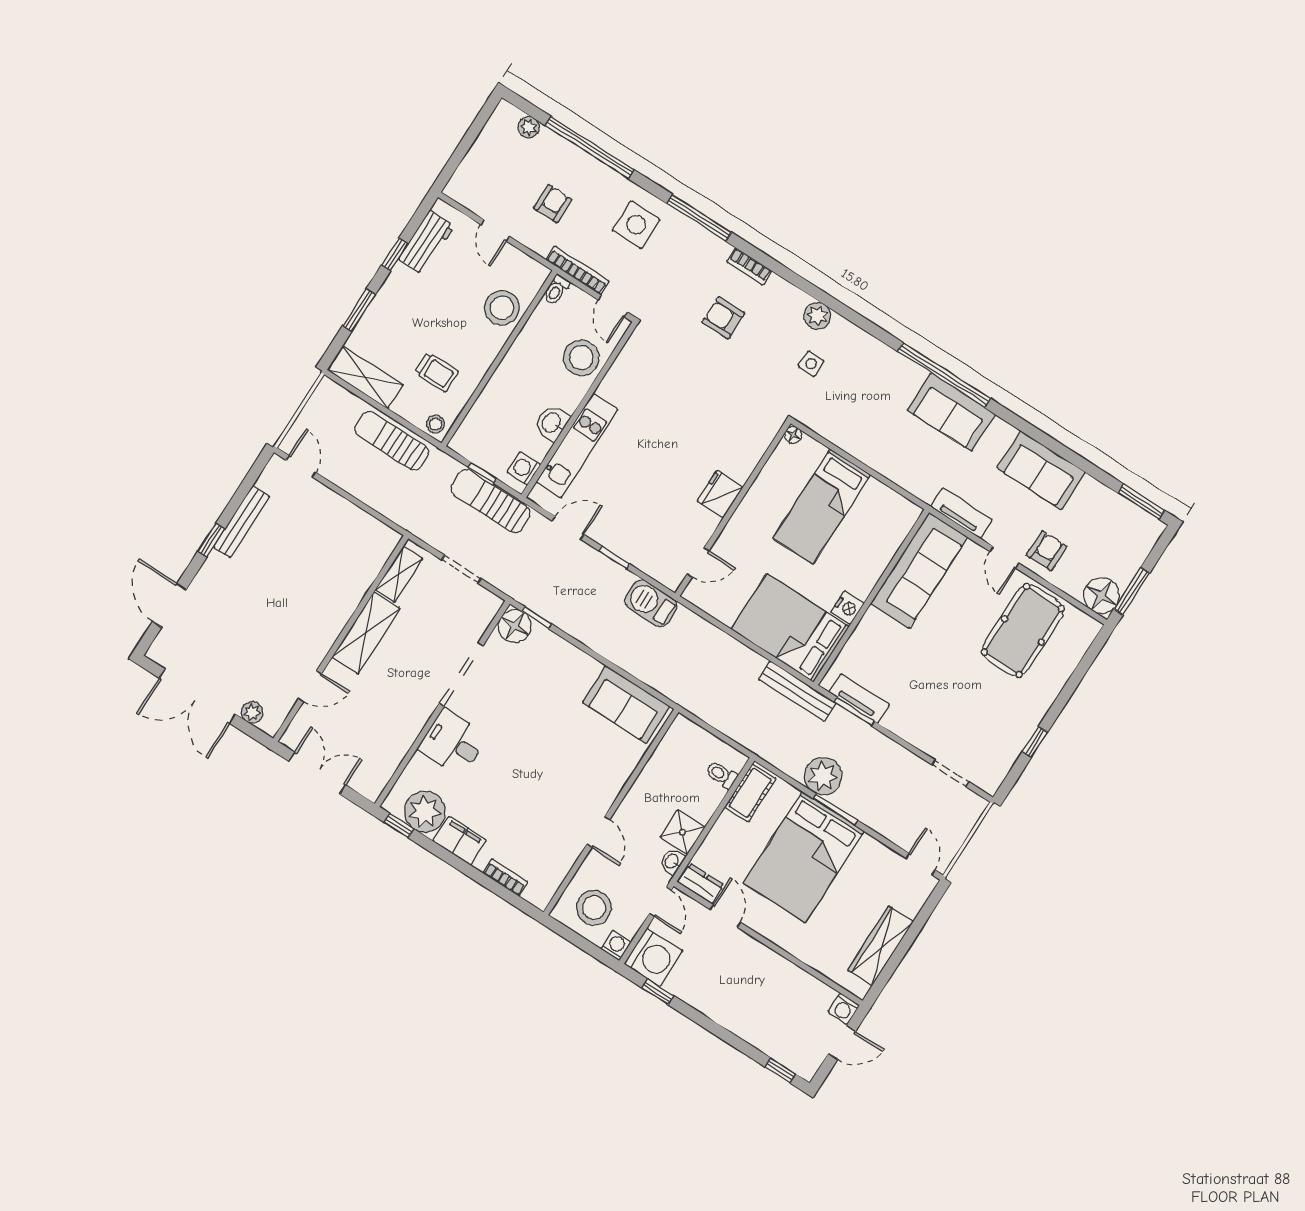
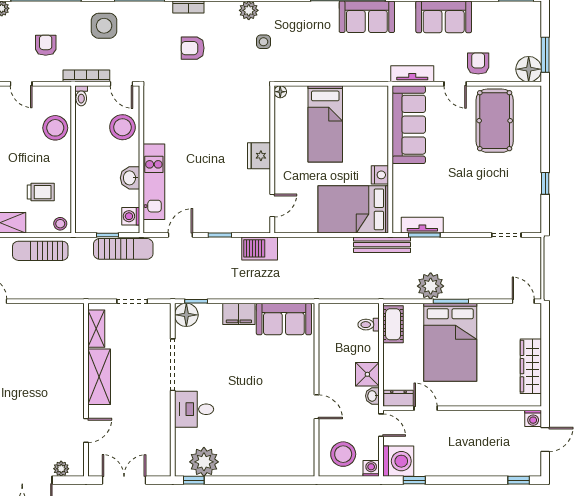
sun lounger: (490, 501) -> (123, 249), turned 180
filing cabinet: (460, 841) -> (239, 314), moved, turned 180
bookcase: (505, 878) -> (278, 470), removed

